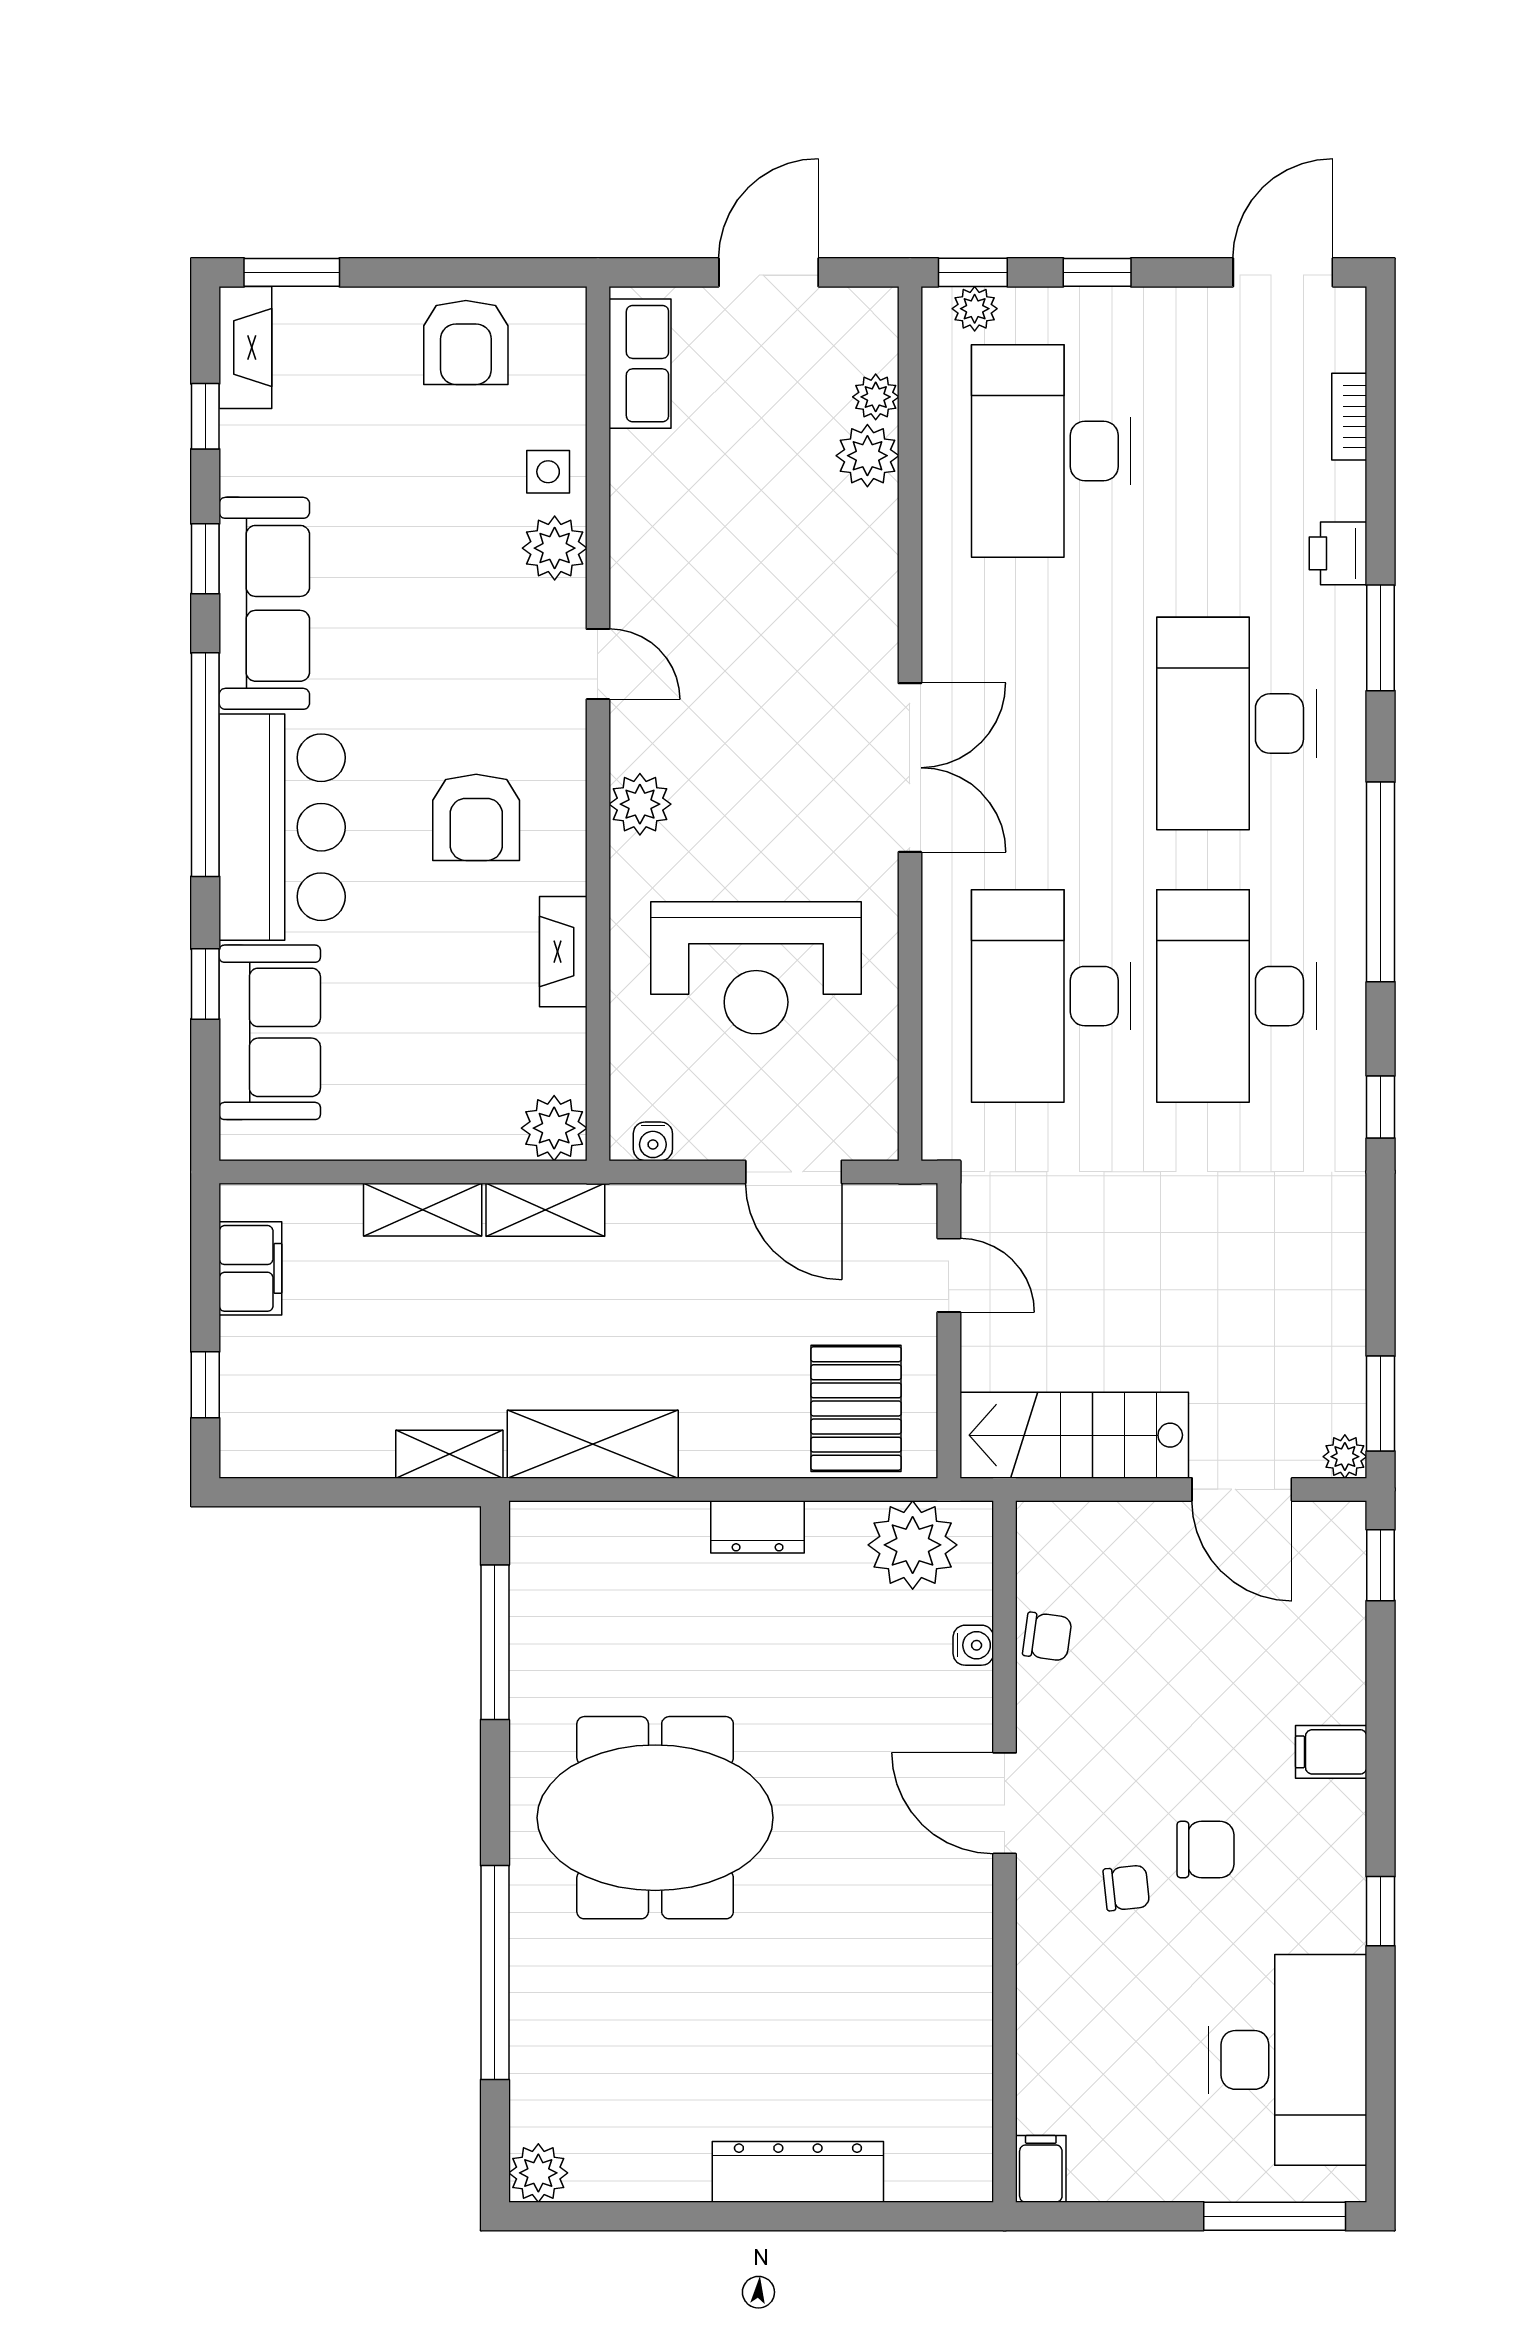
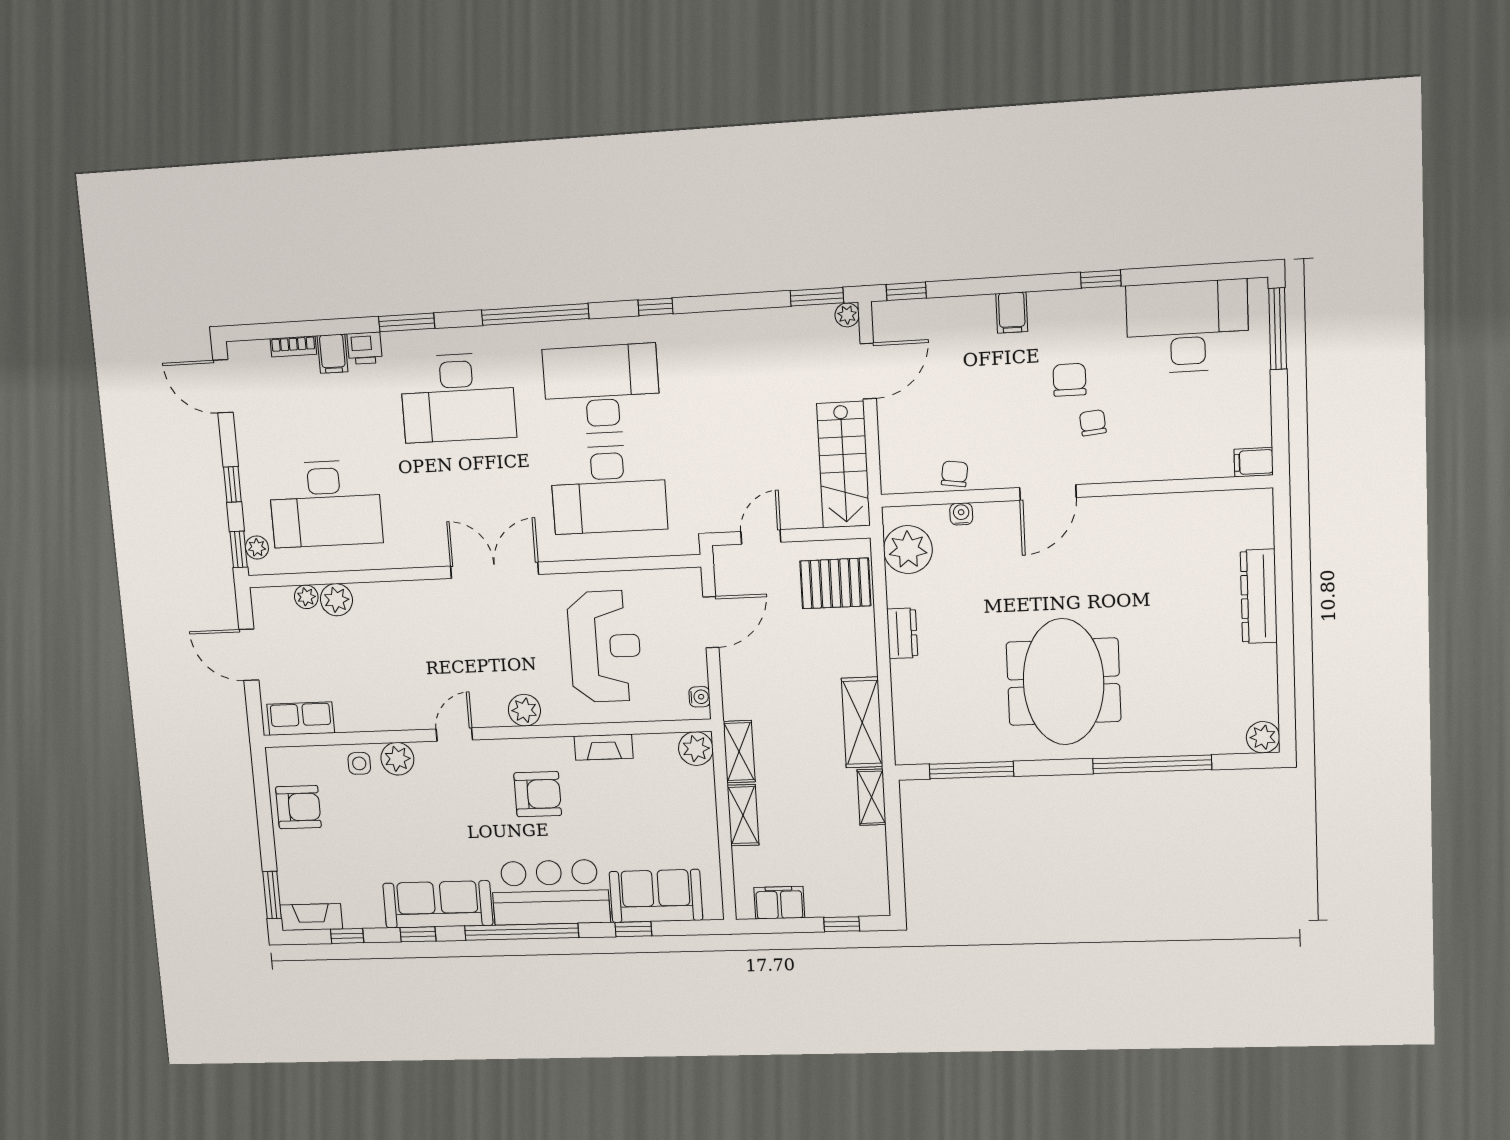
filing cabinet: (1331, 491) -> (333, 354), added
desk: (1236, 996) -> (602, 389), turned 180

